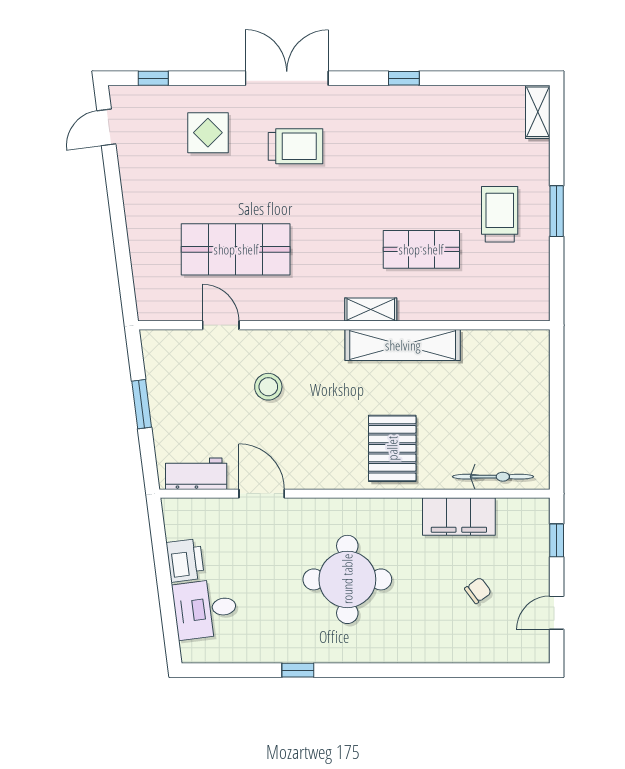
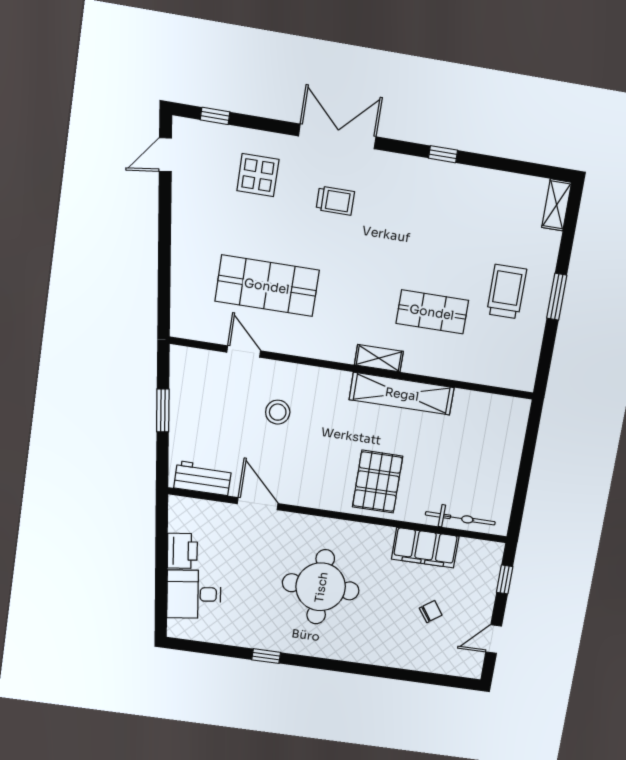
trolley: (295, 146) -> (335, 201), width x0.73, depth x0.72

